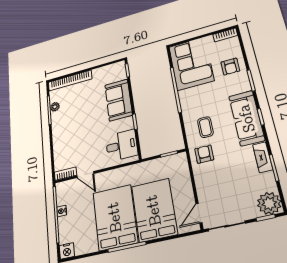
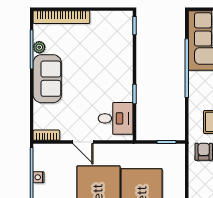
sofa: (118, 100) -> (47, 79), moved, turned 180
door: (85, 175) -> (83, 142), moved

